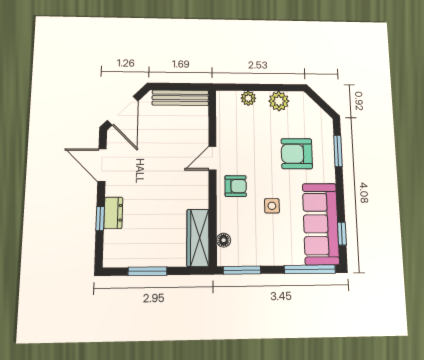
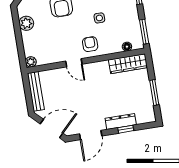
plant: (248, 98) -> (31, 62), moved
dresser: (113, 213) -> (121, 121), width x1.44

